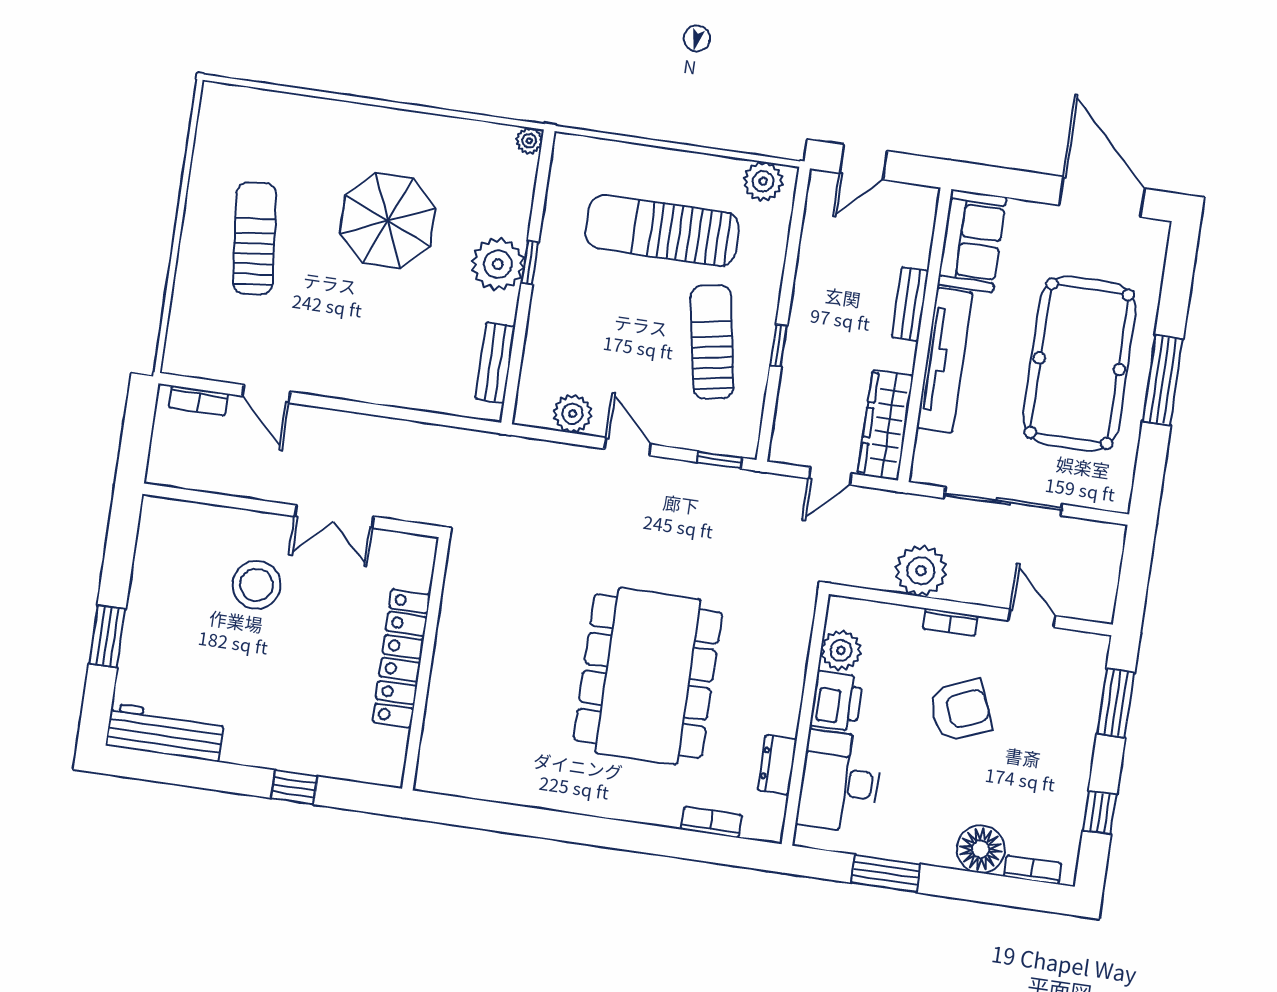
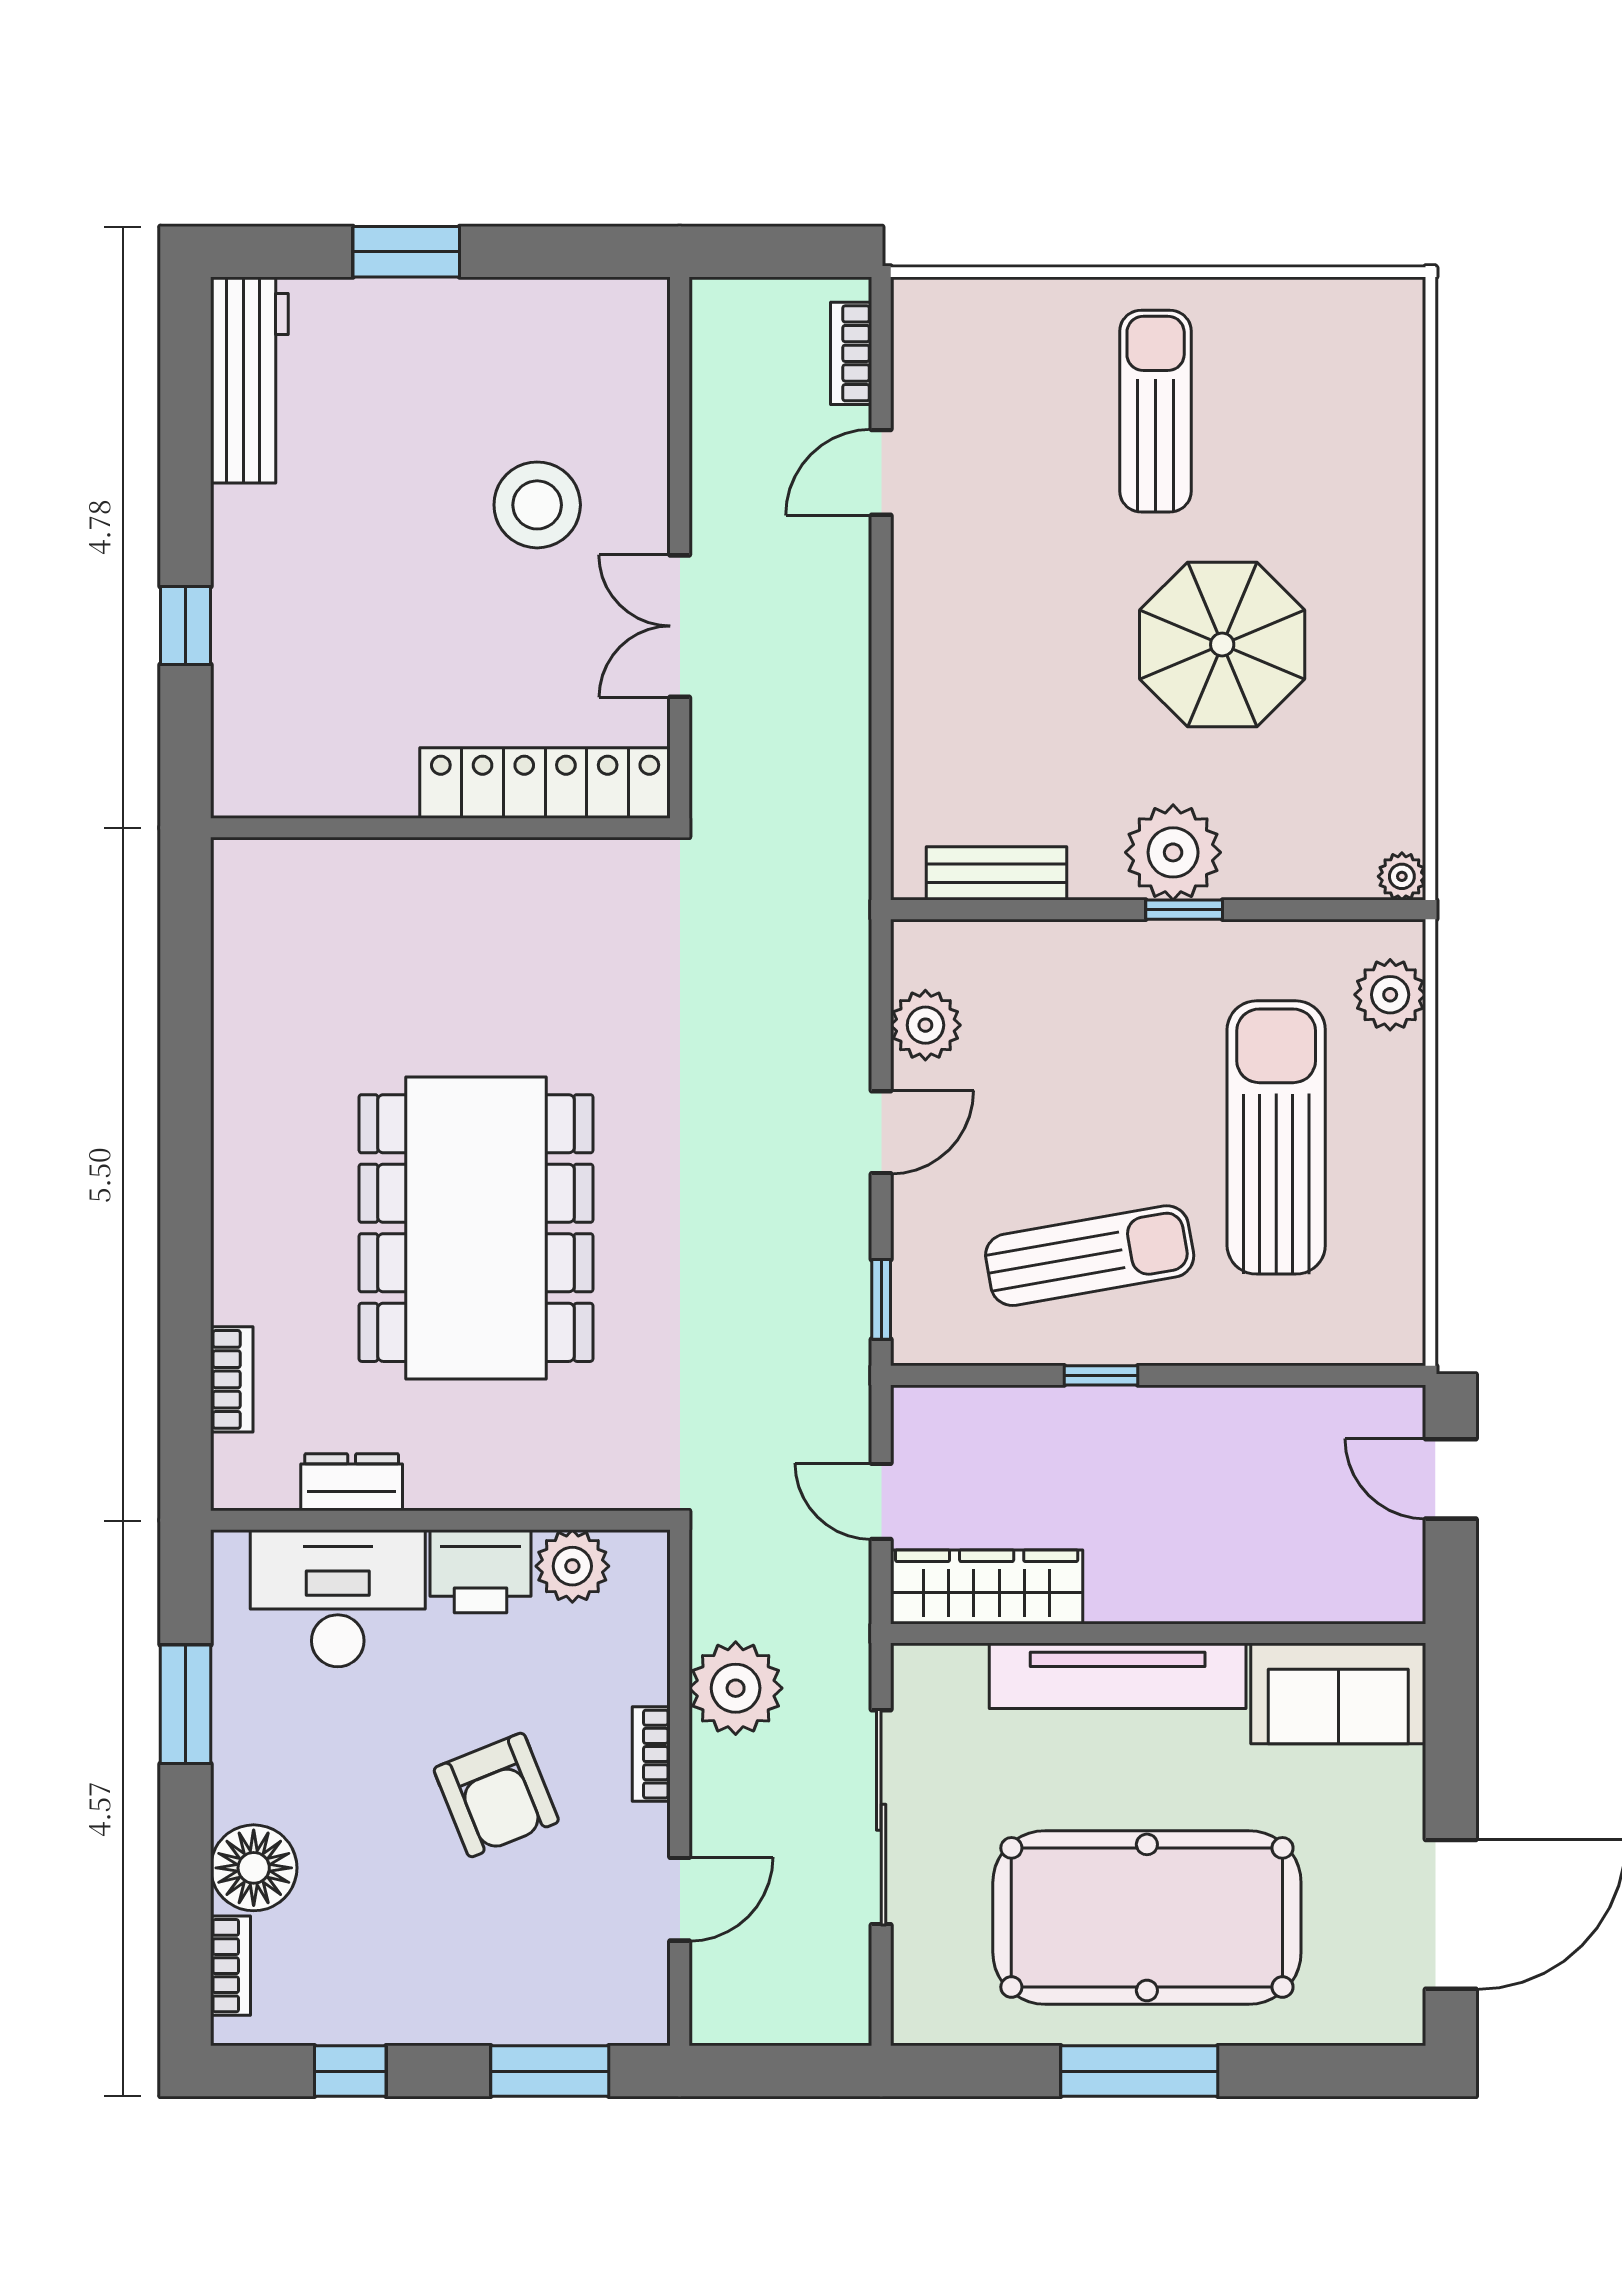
plant: (763, 181) -> (1390, 995), moved
sun lounger: (255, 238) -> (1156, 411), turned -84
bench: (910, 304) -> (1209, 1599), removed
locker: (401, 658) -> (545, 783), moved
dining table: (648, 676) -> (476, 1228), turned 90

